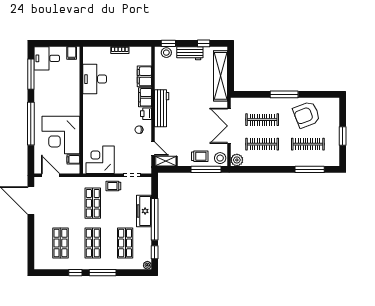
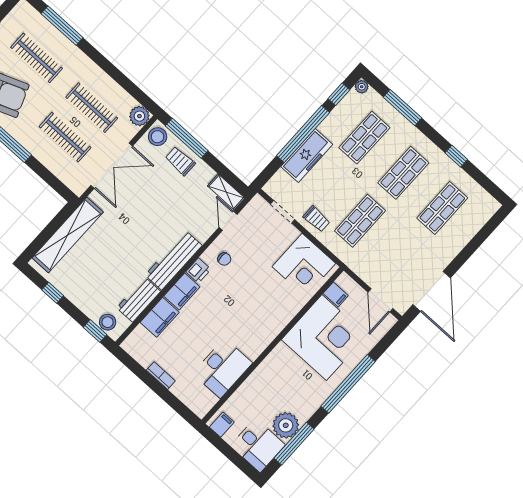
workbench: (190, 53) -> (139, 300), moved, turned -90
plant: (42, 79) -> (286, 425), added
window: (103, 273) -> (402, 108), moved

